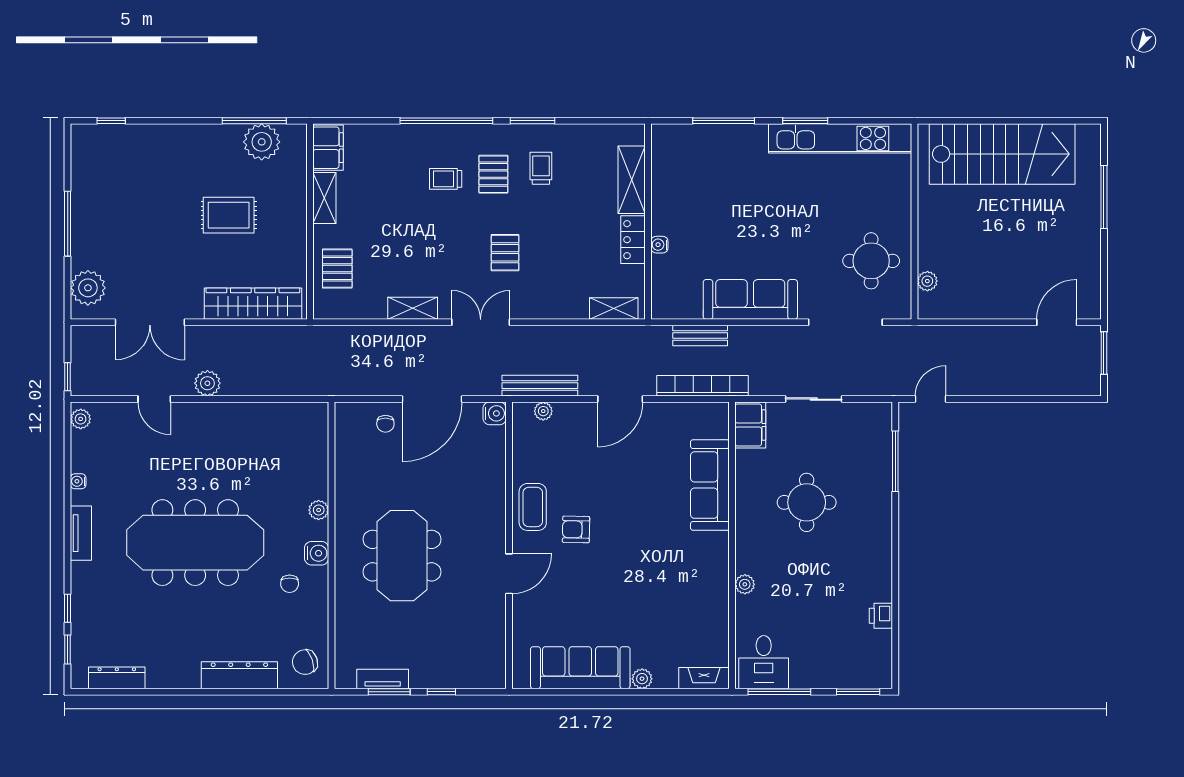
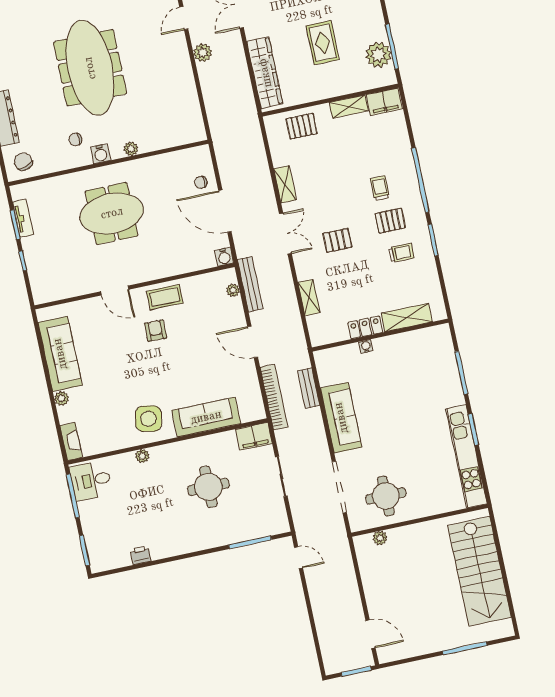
shelving: (614, 309) -> (309, 297), moved
side table: (695, 565) -> (148, 419), added

